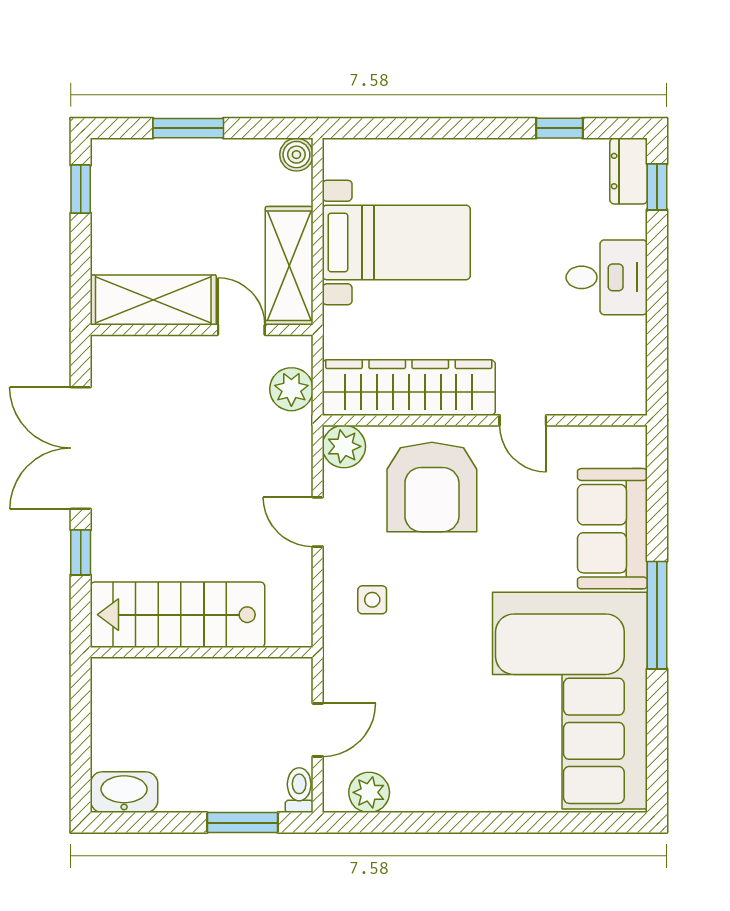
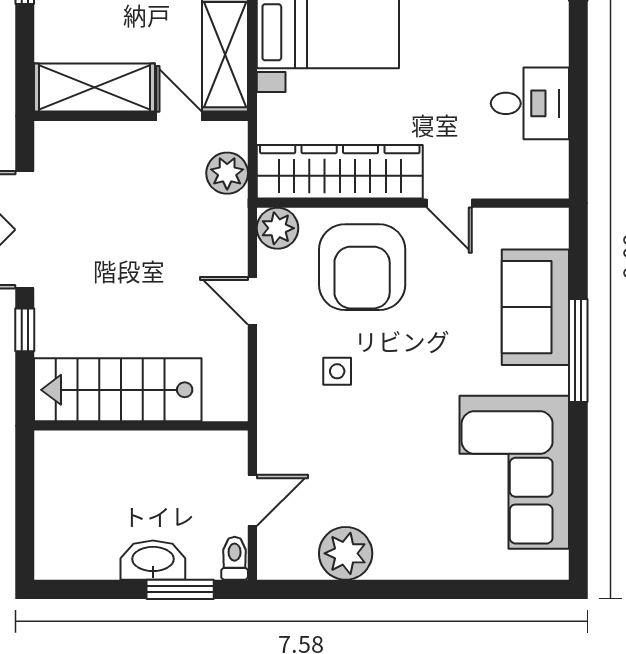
desk: (607, 277) -> (530, 103), moved
side table: (372, 600) -> (337, 371), moved
window: (657, 615) -> (578, 351), moved
corner sofa: (570, 701) -> (514, 472), width x0.73, depth x0.74
washbasin: (124, 792) -> (153, 560), moved
plant: (369, 792) -> (346, 553), moved, width x1.36, depth x1.36

